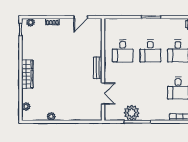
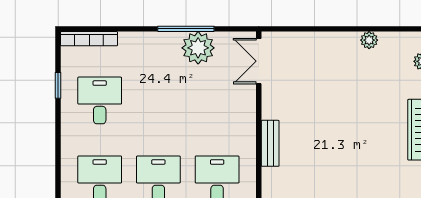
double door: (103, 94) -> (259, 61), moved

